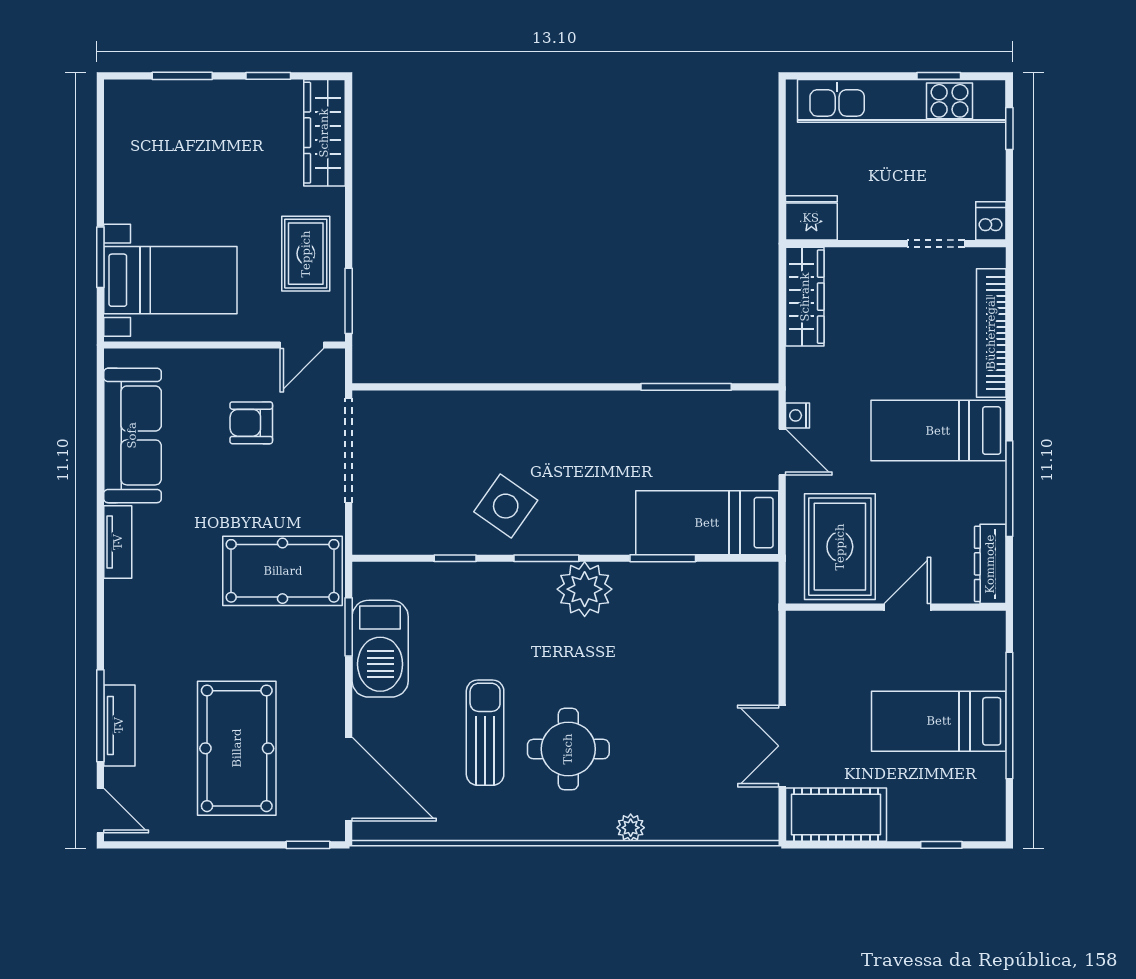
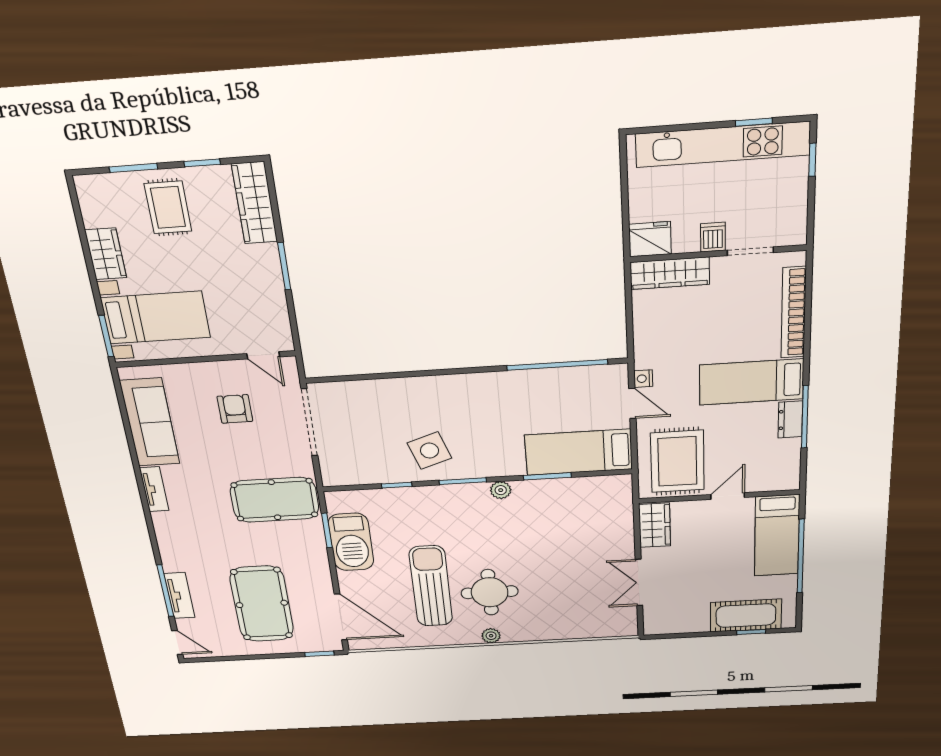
wardrobe: (124, 187) -> (106, 254), added
dishwasher: (991, 221) -> (713, 237), moved
rug: (306, 254) -> (168, 207), moved
window: (100, 257) -> (106, 336), moved
wardrobe: (805, 297) -> (670, 273), moved, turned 90
window: (349, 301) -> (284, 266), moved
door: (302, 345) -> (263, 355), hinge flipped
window: (686, 387) -> (557, 365), width x1.46
armchair: (251, 423) -> (235, 409), turned 90
side table: (506, 506) -> (429, 451), turned 36
dresser: (990, 564) -> (790, 420), moved, width x0.70
plant: (585, 589) -> (501, 490), width x0.53, depth x0.53
wardrobe: (807, 649) -> (655, 525), added
bed: (939, 721) -> (777, 536), moved, turned -90
sun lounger: (485, 733) -> (431, 586), width x1.36, depth x1.34
cot: (836, 815) -> (746, 616), moved
plant: (631, 828) -> (491, 636), moved

